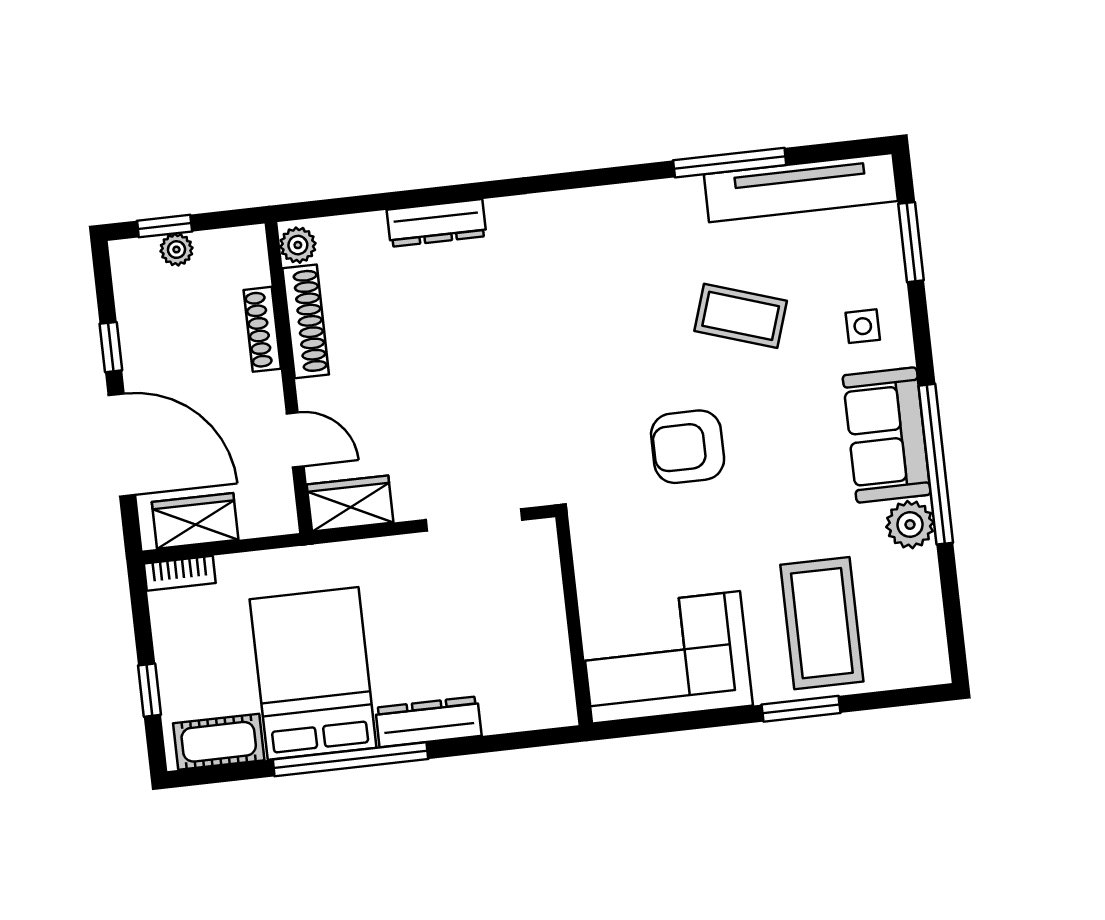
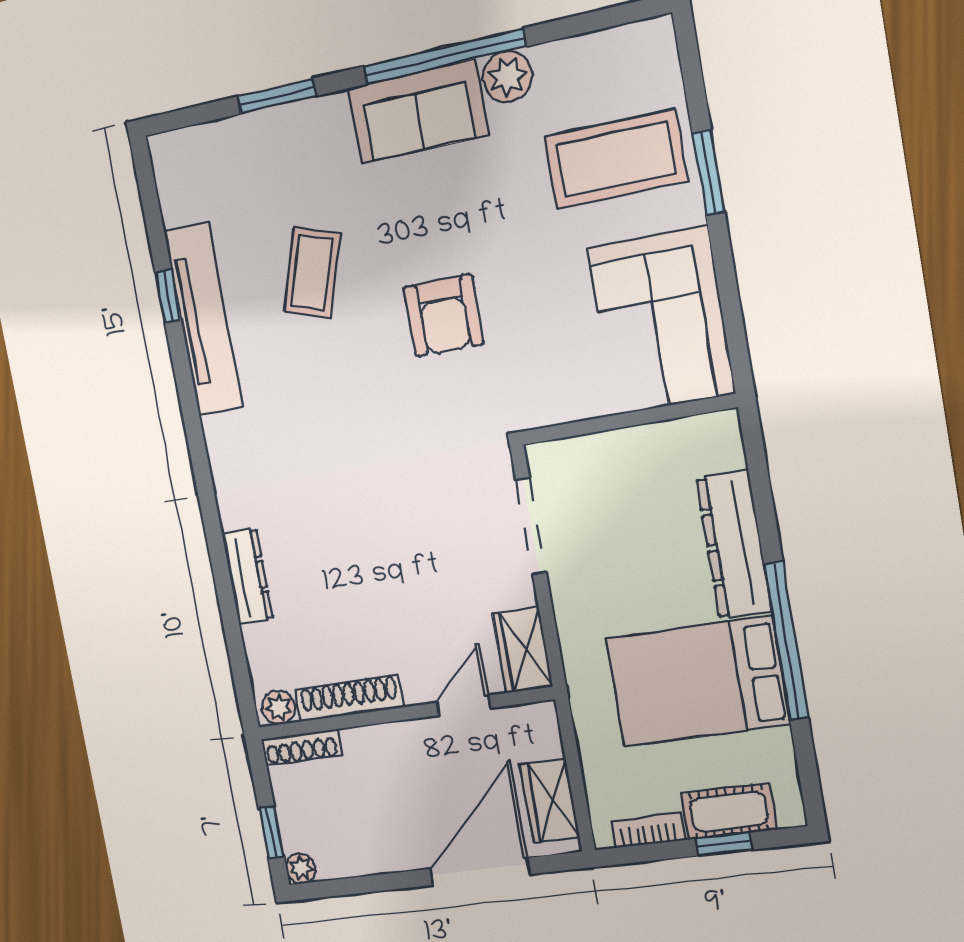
window: (730, 163) -> (168, 296), width x0.46
tv unit: (801, 188) -> (204, 319), moved
window: (911, 242) -> (277, 96), moved
plant: (176, 250) -> (301, 868), moved
side table: (863, 326) -> (312, 148), removed
shoe rack: (262, 329) -> (301, 747), moved
window: (111, 347) -> (387, 882), removed
bookcase: (180, 573) -> (648, 831), moved, turned -90
dresser: (428, 722) -> (734, 545), width x1.37, depth x1.24
cot: (219, 742) -> (729, 811), moved, turned 90

